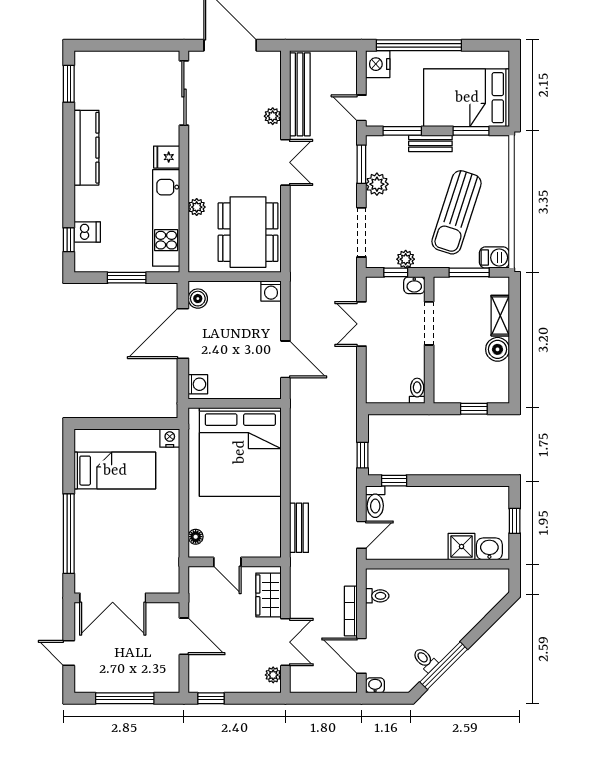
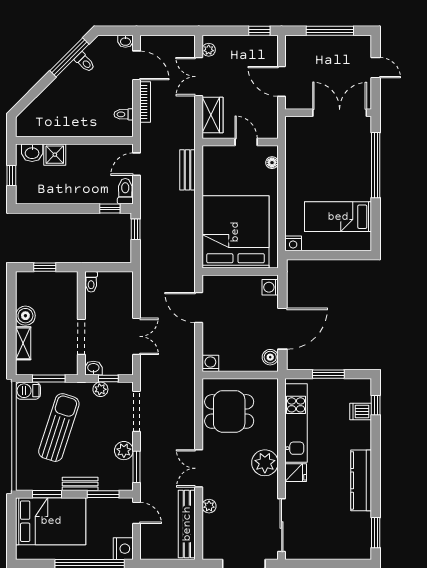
plant: (197, 207) -> (265, 463), moved, width x1.87, depth x1.87
dining table: (248, 232) -> (229, 411), width x0.73

